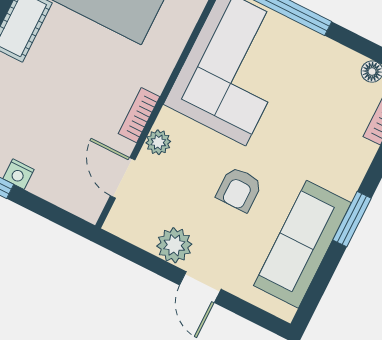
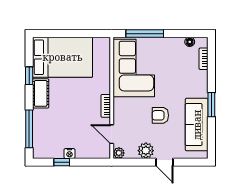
plant: (158, 142) -> (119, 153), moved
armchair: (239, 189) -> (160, 115), turned 90

